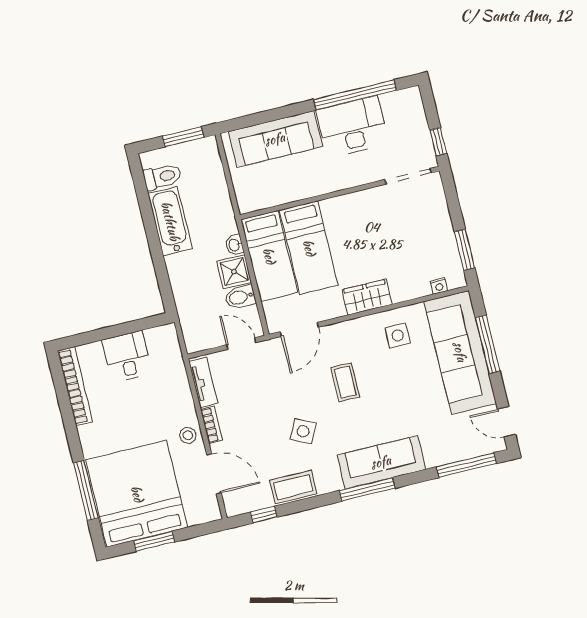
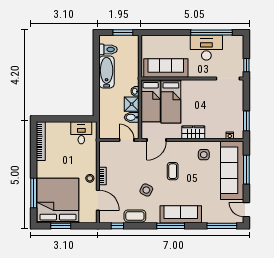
sofa: (275, 139) -> (166, 68), moved, turned 180
desk: (127, 357) -> (81, 133), moved
tv unit: (203, 382) -> (104, 154), removed

